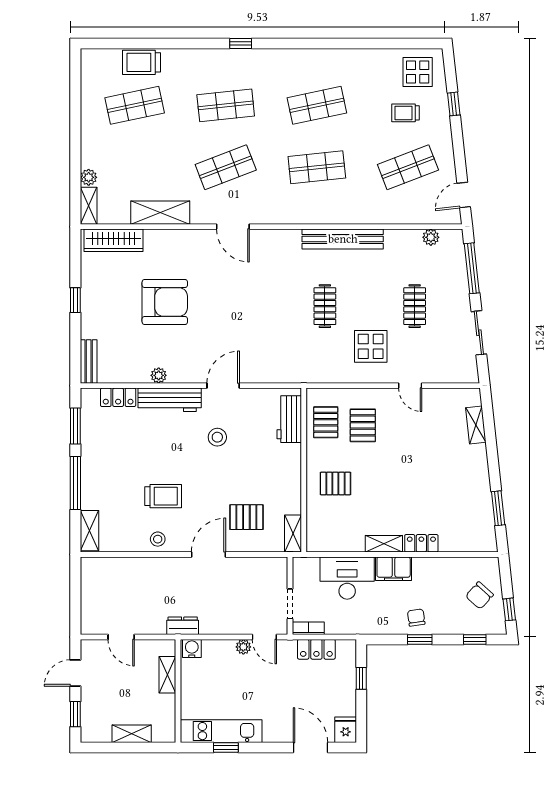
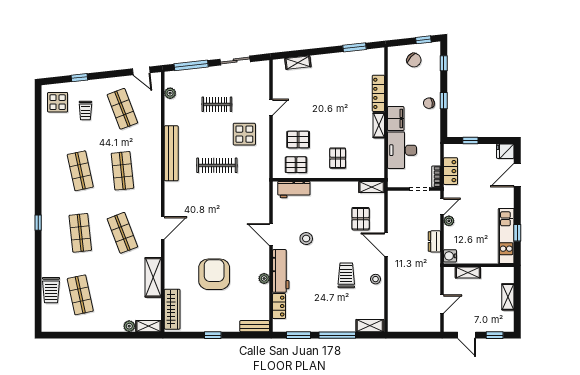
clothes rail: (325, 306) -> (217, 165), width x1.36
locker: (421, 543) -> (378, 93), width x1.53
dresser: (183, 626) -> (434, 241), moved

